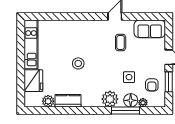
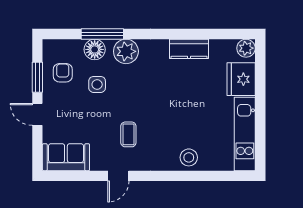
coffee table: (121, 42) -> (128, 134), moved
stool: (78, 63) -> (189, 157), moved
plant: (48, 101) -> (246, 48), moved
plant: (143, 103) -> (76, 46), removed

